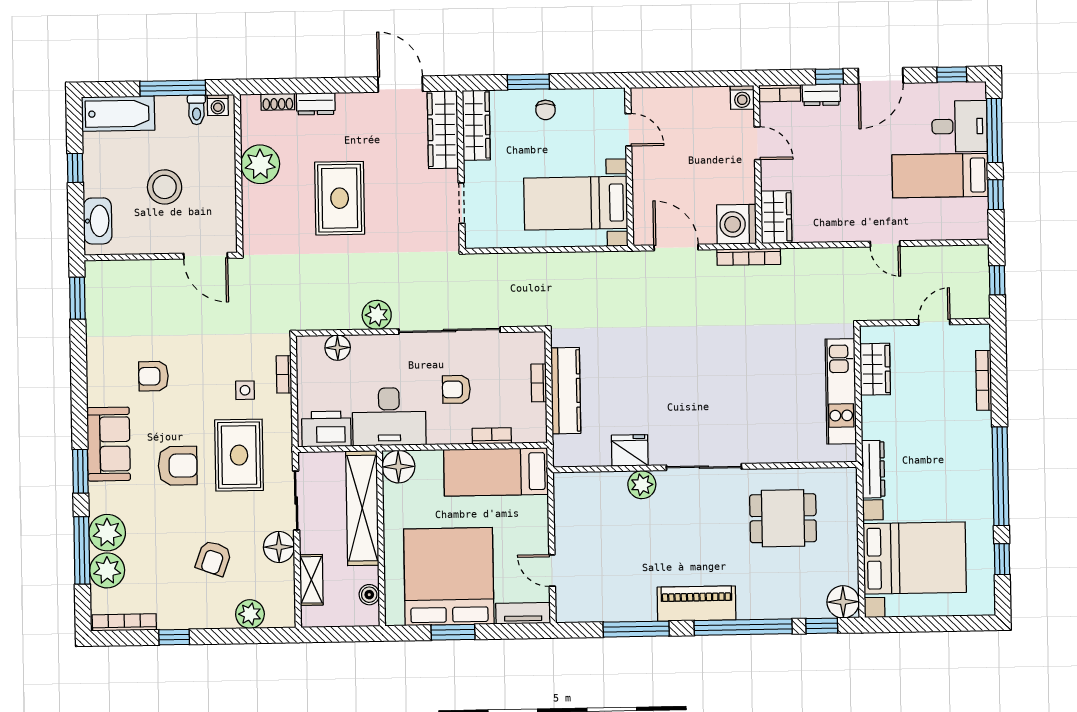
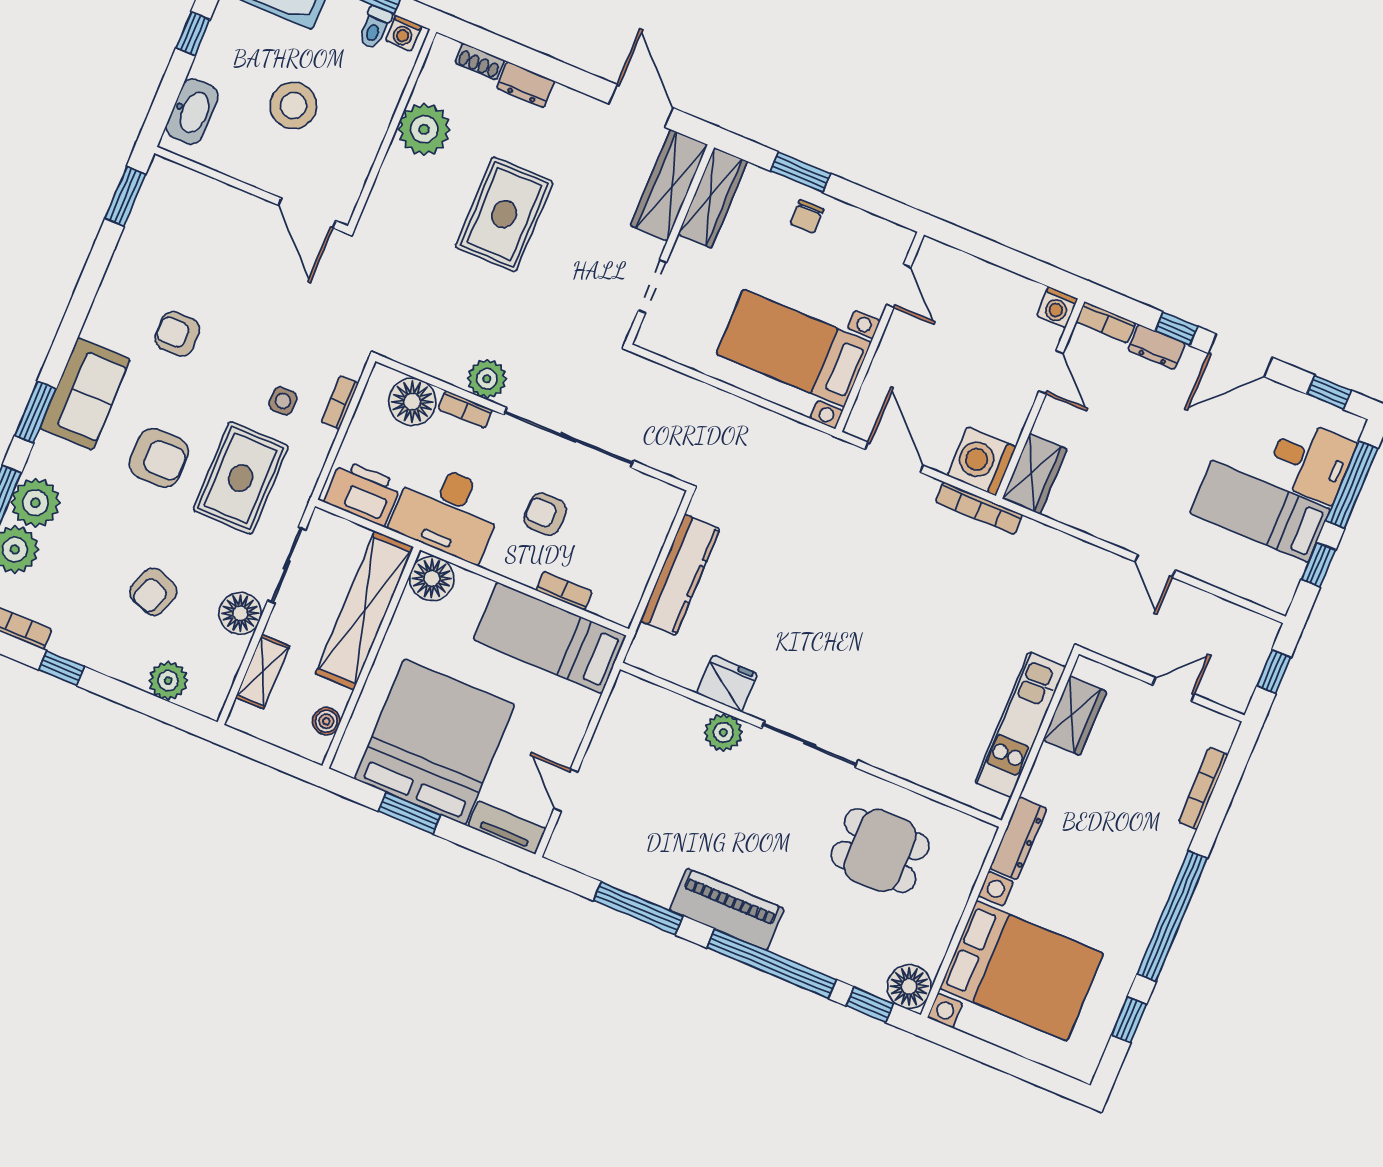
floor lamp: (338, 348) -> (412, 402), width x1.38, depth x1.38
bookcase: (539, 383) -> (465, 409), moved, turned -90

